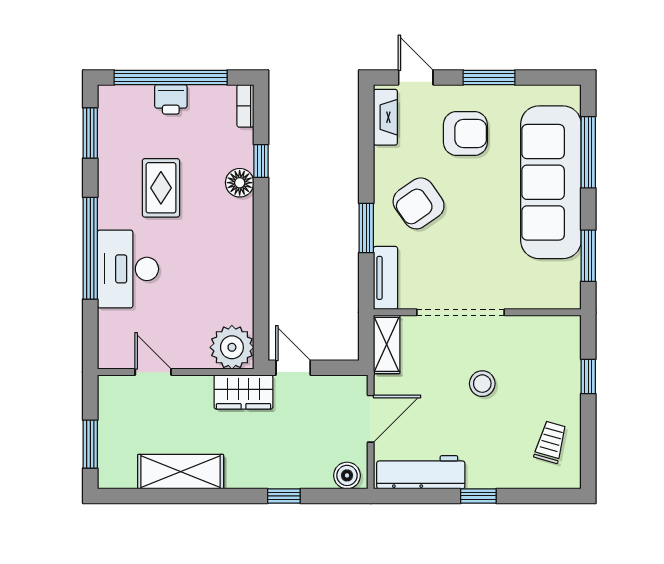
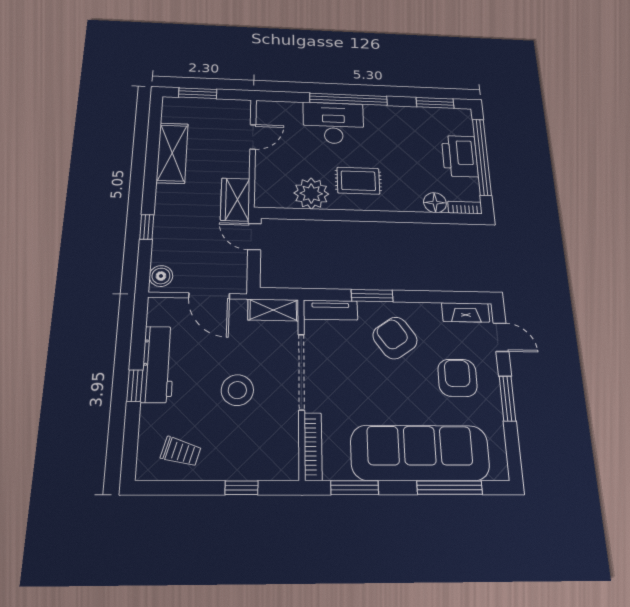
door: (416, 78) -> (501, 337), hinge flipped
printer: (171, 99) -> (460, 156), width x1.87, depth x1.48
armchair: (465, 133) -> (457, 378), turned 180
window: (261, 161) -> (422, 218), removed
floor lamp: (240, 183) -> (435, 203), moved
rug: (161, 188) -> (358, 181), moved
bookcase: (544, 300) -> (313, 446), added
plant: (232, 347) -> (311, 193), moved
door: (293, 368) -> (254, 237), swing flipped
stool: (482, 384) -> (237, 390), width x1.38, depth x1.38
workbench: (421, 472) -> (158, 364), moved

